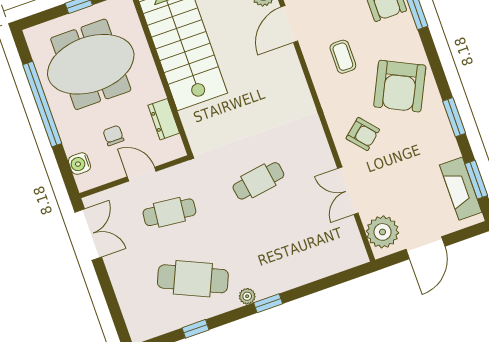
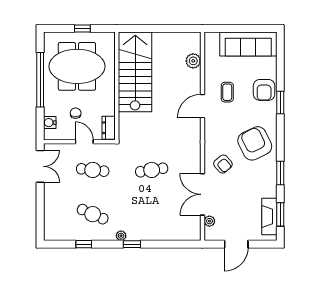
door: (289, 24) -> (202, 106), moved
coffee table: (343, 57) -> (227, 92), moved
armchair: (400, 86) -> (255, 143), turned 128
dresser: (164, 119) -> (109, 128), moved
double door: (348, 191) -> (202, 194), width x1.37
plant: (382, 232) -> (209, 221), width x0.53, depth x0.53
cafe table: (193, 279) -> (93, 214), width x0.73, depth x0.74

